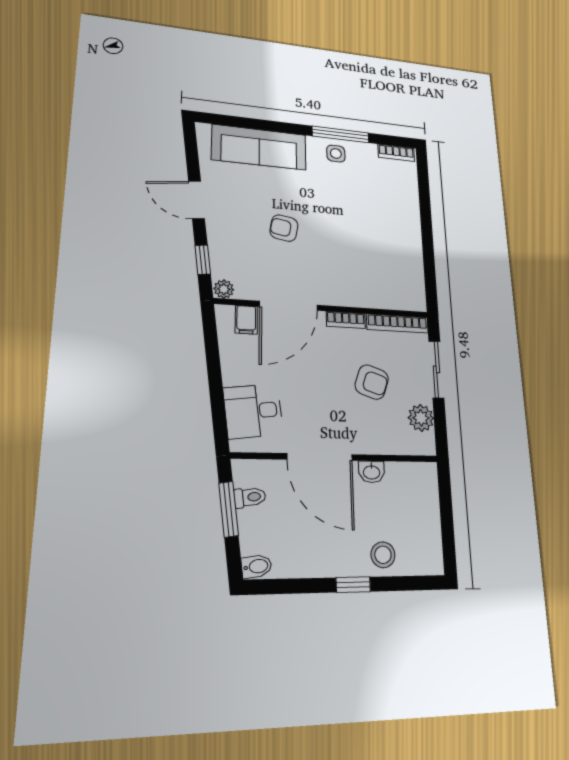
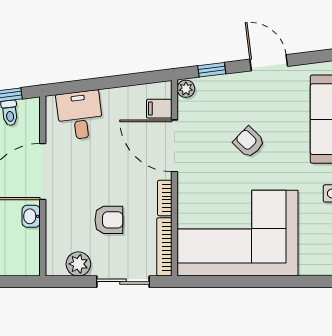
door: (196, 200) -> (269, 63), hinge flipped
armchair: (284, 228) -> (249, 142), turned -56
corner sofa: (380, 248) -> (237, 233), added
armchair: (372, 382) -> (109, 220), turned -109

